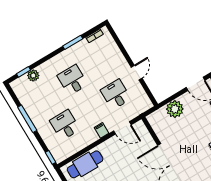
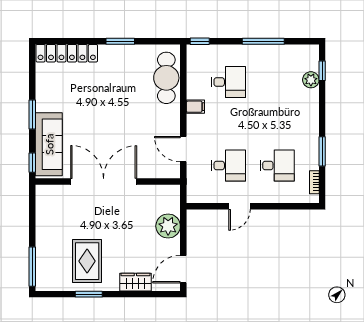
door: (137, 73) -> (240, 206), hinge flipped
desk: (72, 80) -> (277, 165), moved
door: (122, 128) -> (183, 149), hinge flipped
filing cabinet: (101, 130) -> (195, 107), moved

